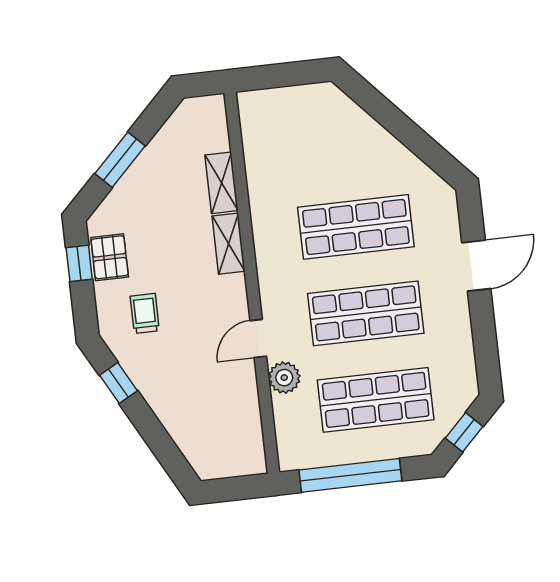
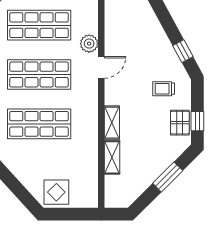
display table: (312, 111) -> (56, 192), added
trolley: (145, 313) -> (164, 89), turned 90

